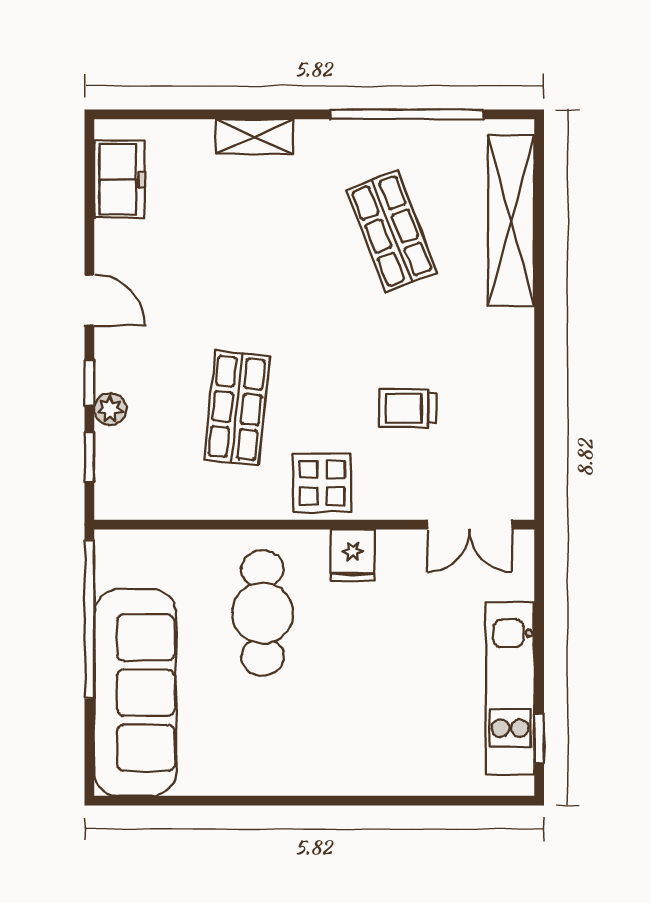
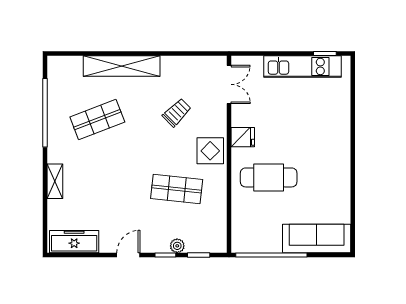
freezer: (119, 179) -> (74, 242), width x1.40
shelving: (511, 221) -> (122, 66), moved
trolley: (408, 408) -> (177, 112), turned -135
sofa: (135, 693) -> (317, 239), width x0.74, depth x0.79

